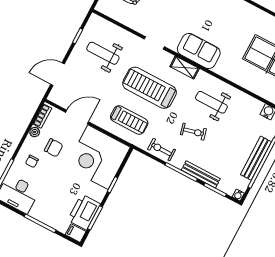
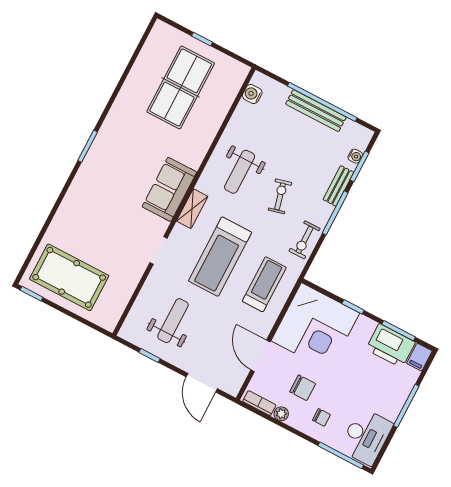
weight bench: (103, 53) -> (173, 321), turned 180
chair: (54, 148) -> (303, 388), turned 90
bench: (201, 174) -> (338, 186), width x0.73
water cooler: (238, 195) -> (355, 156), moved

